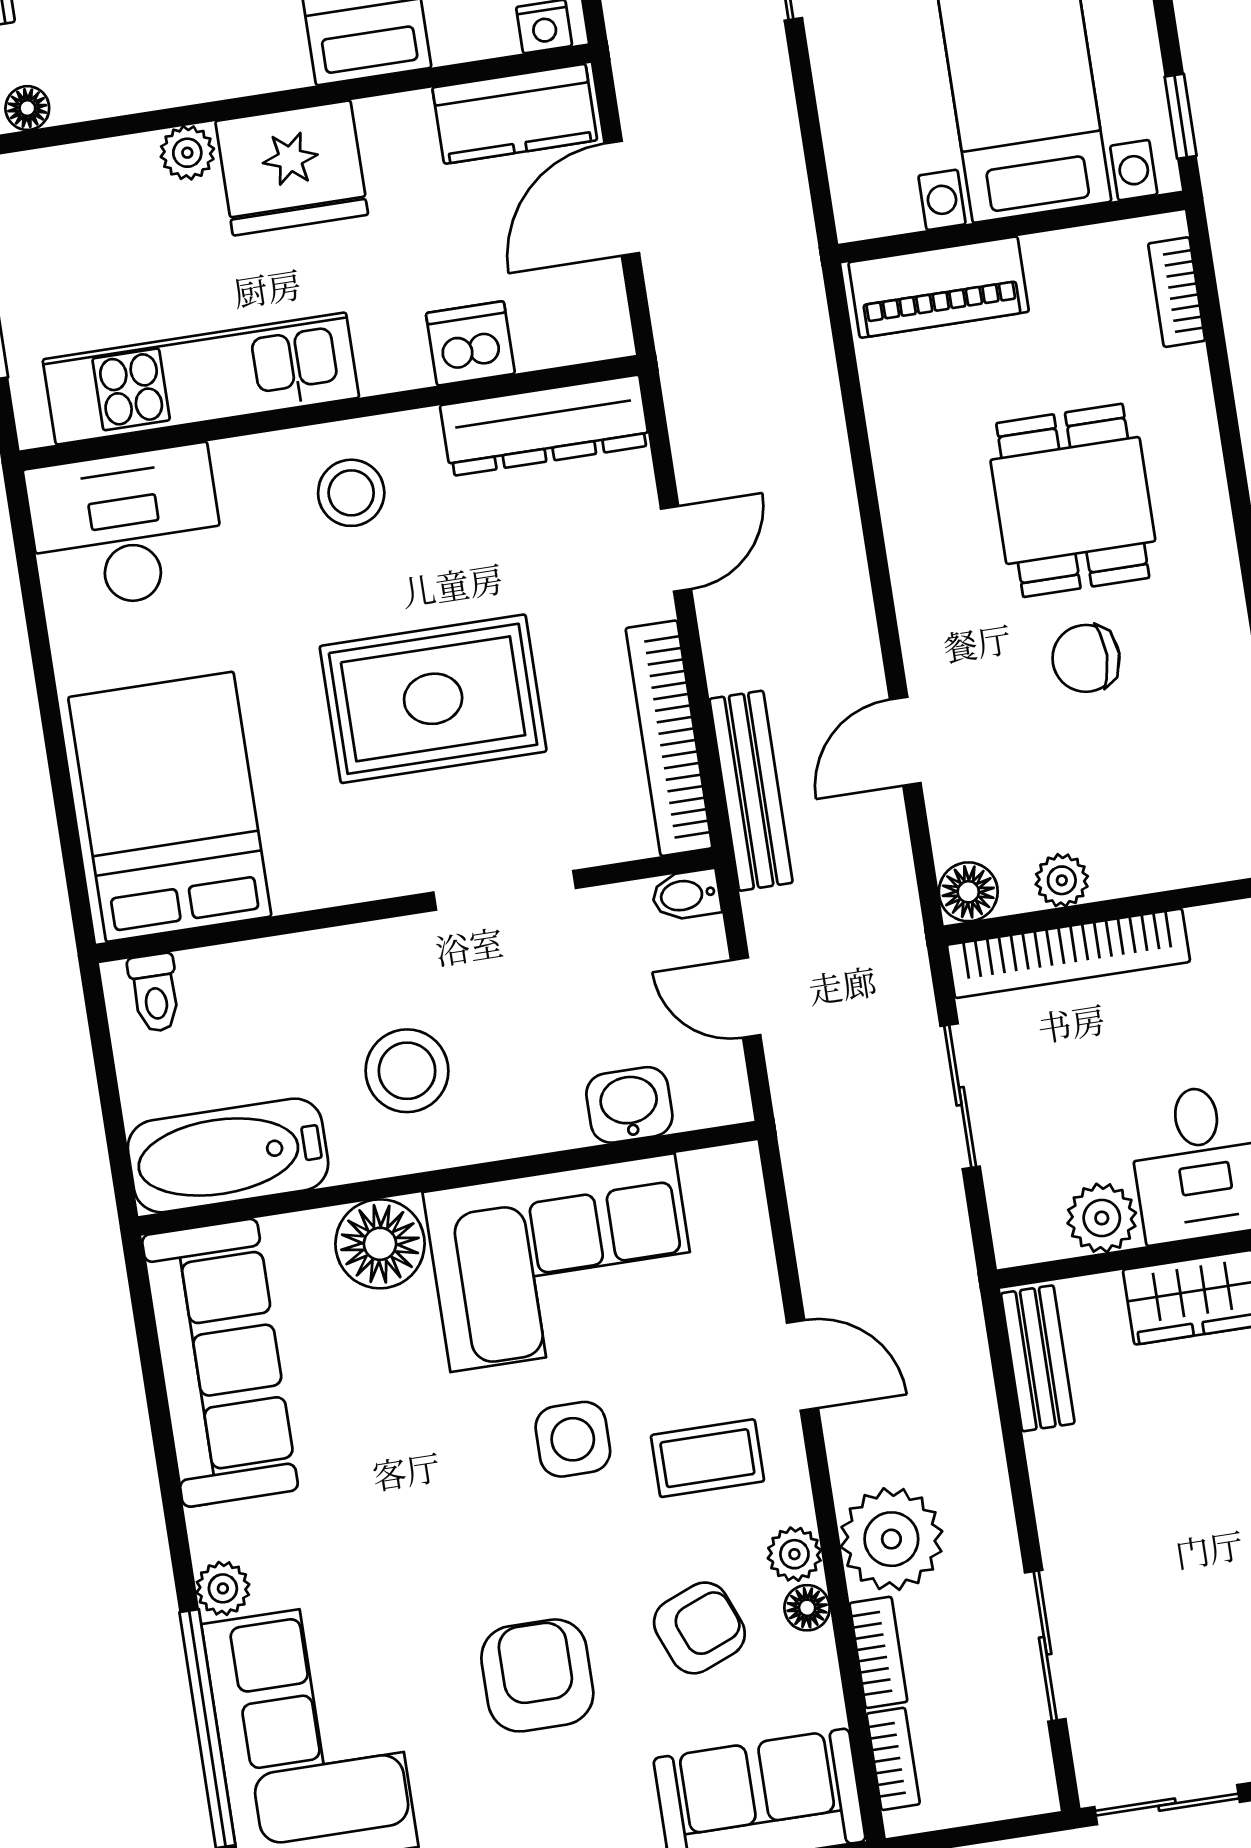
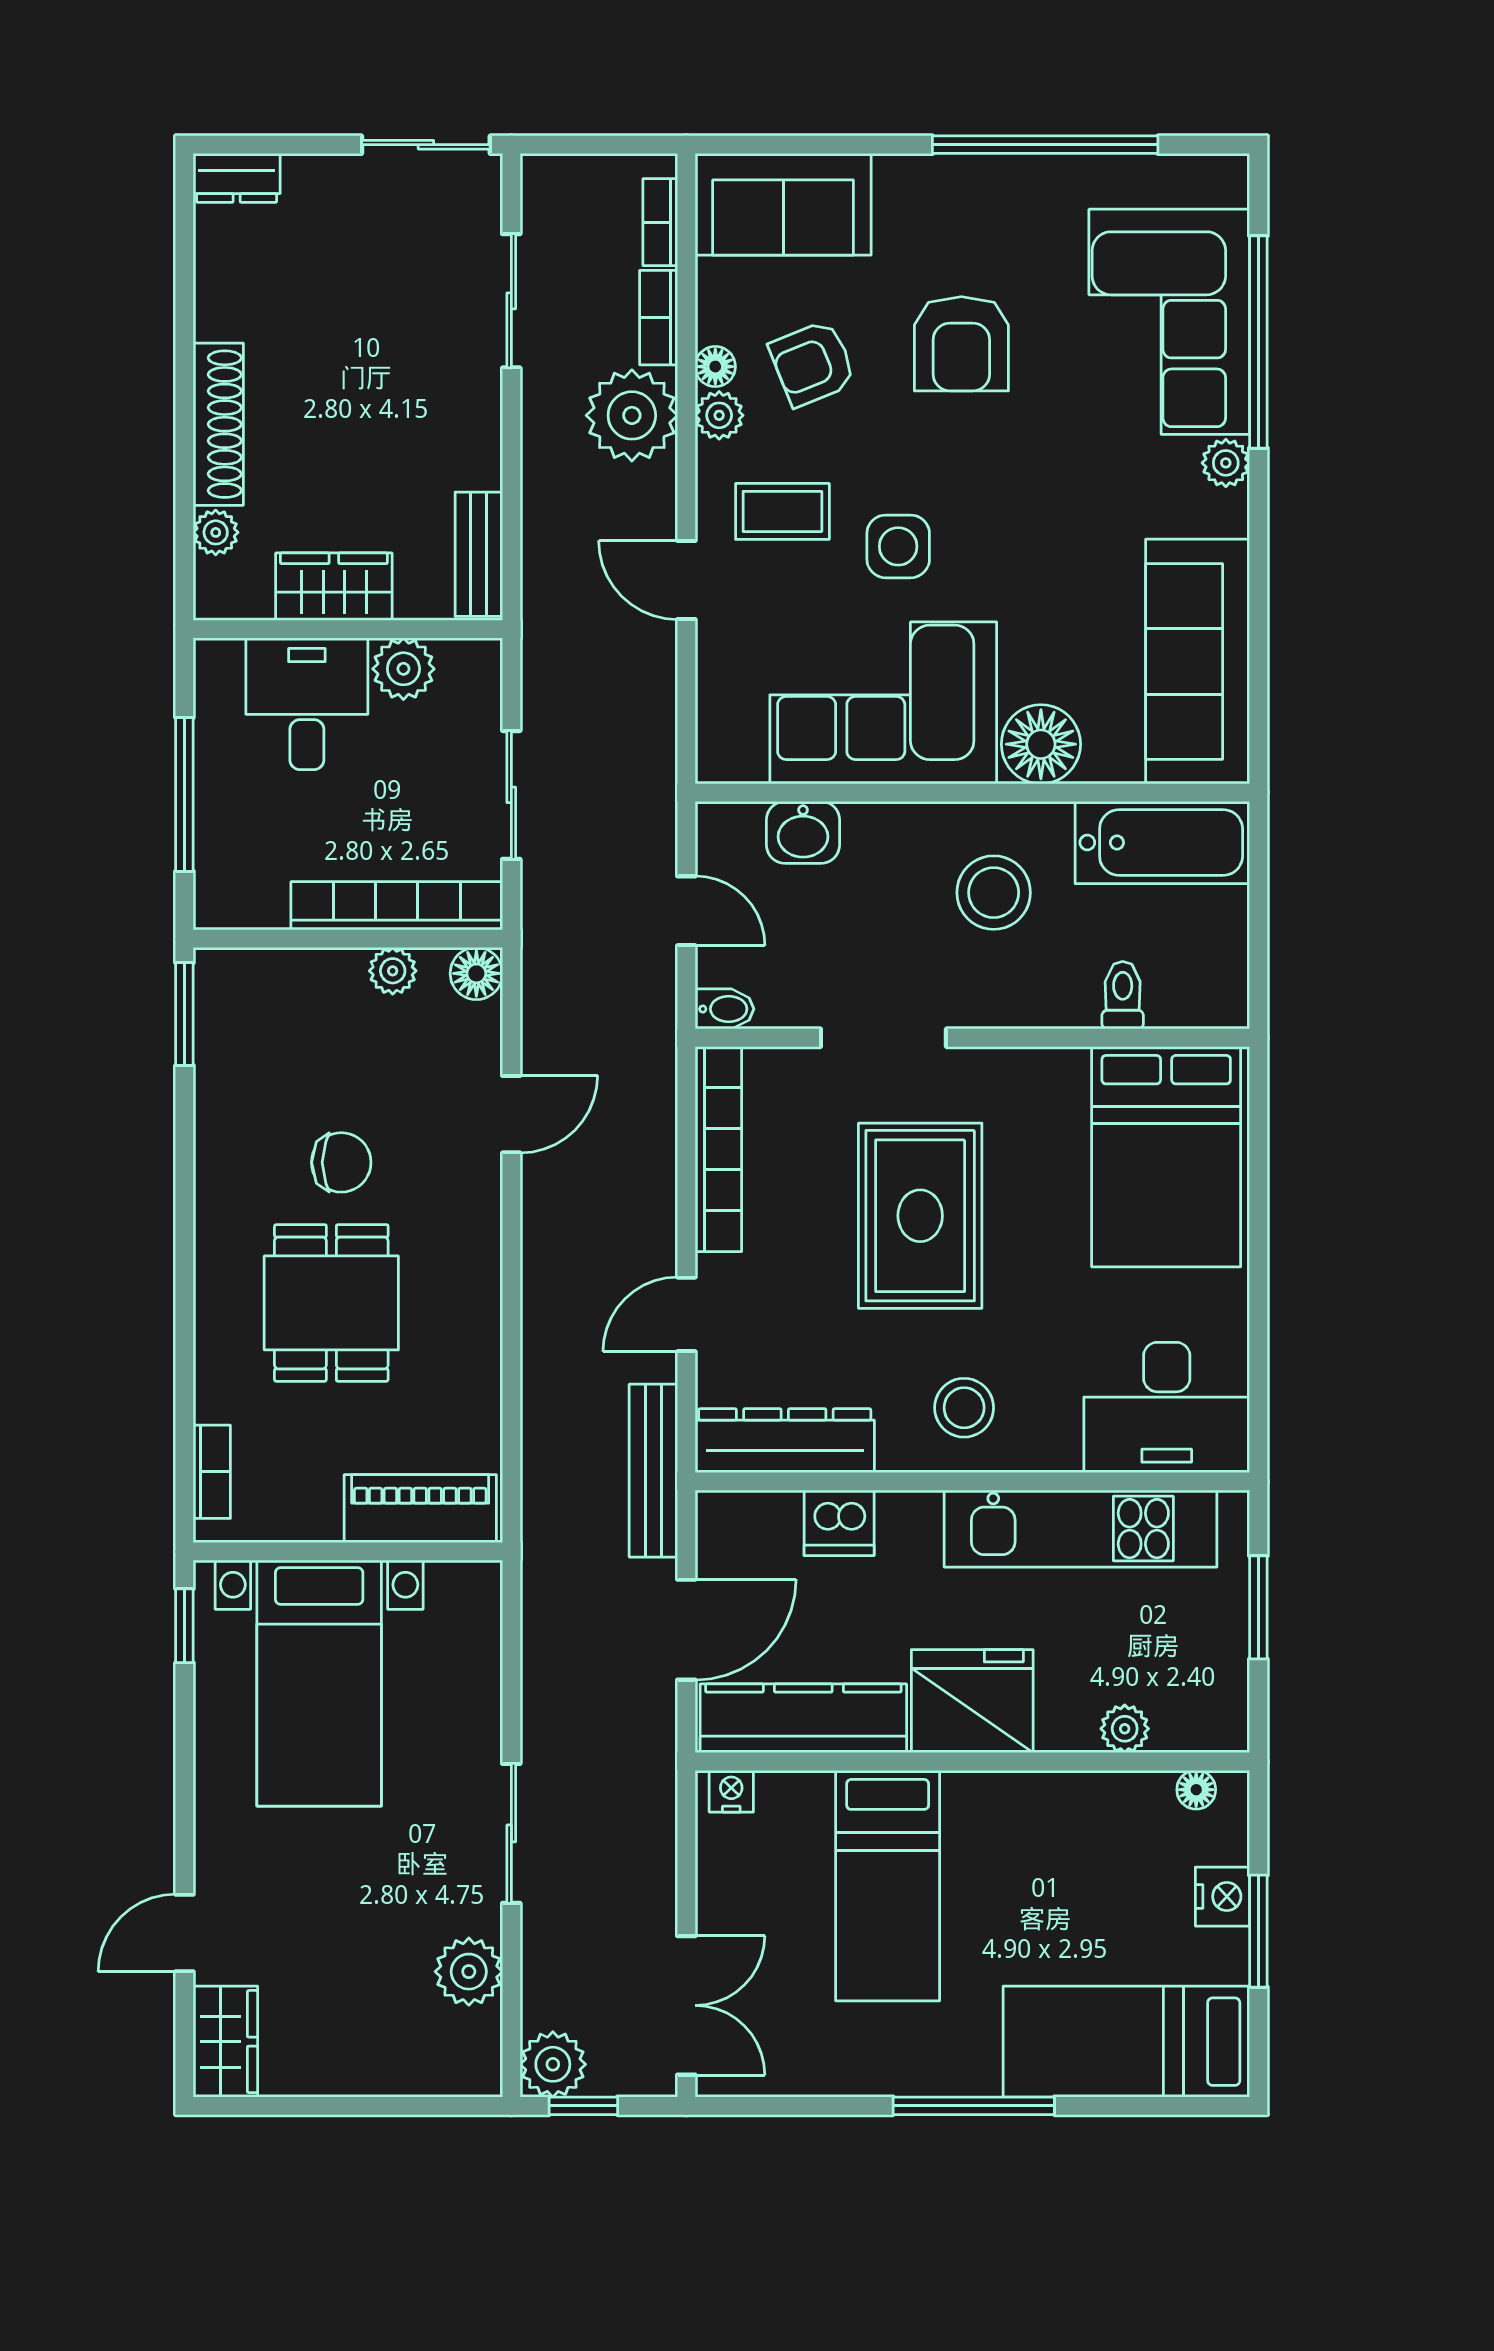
kitchen counter: (515, 114) -> (803, 1718), width x1.50
plant: (187, 153) -> (1125, 1729), moved
rug: (433, 699) -> (920, 1216), turned 90
bench: (751, 791) -> (653, 1471), moved
toilet: (155, 993) -> (1123, 995), moved

